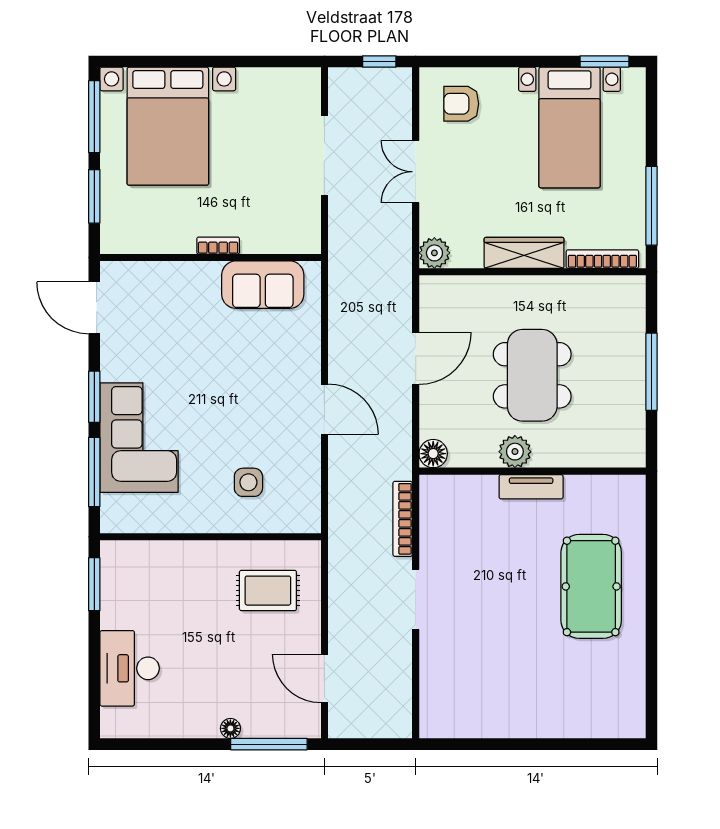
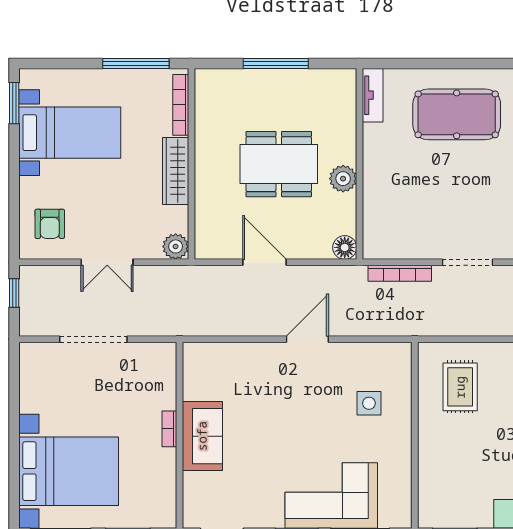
sofa: (263, 285) -> (202, 436), moved
tv unit: (531, 487) -> (373, 95), moved

